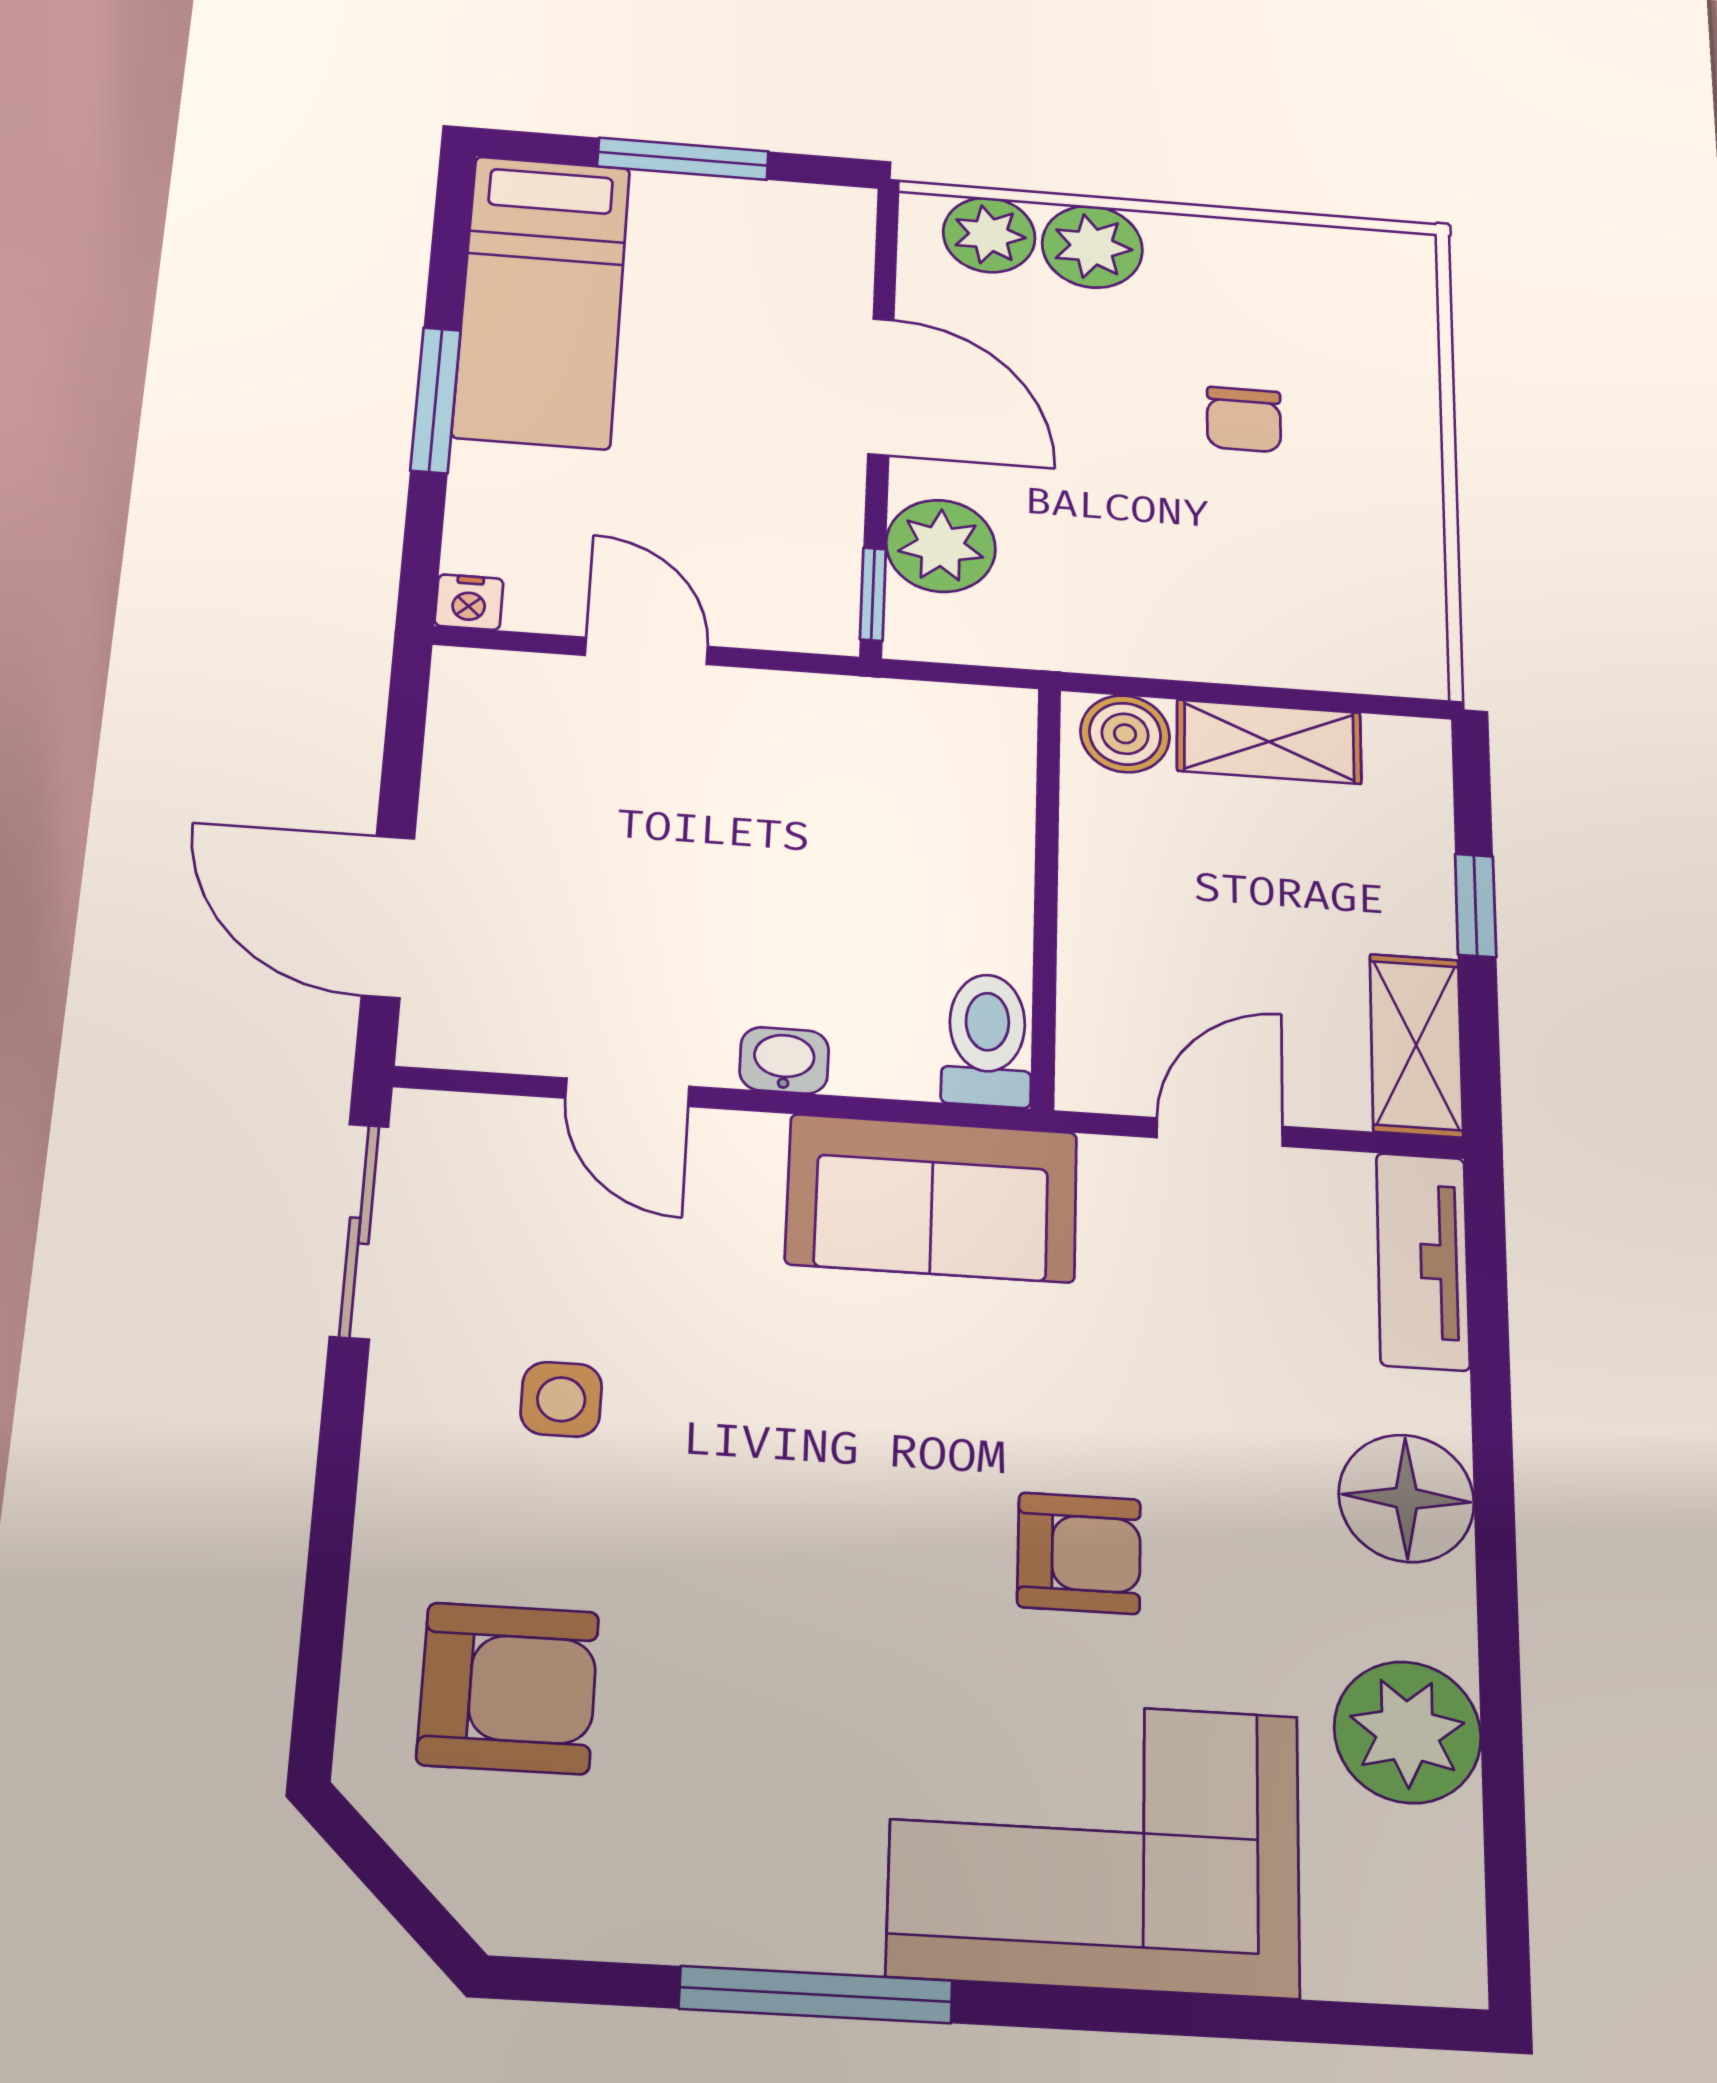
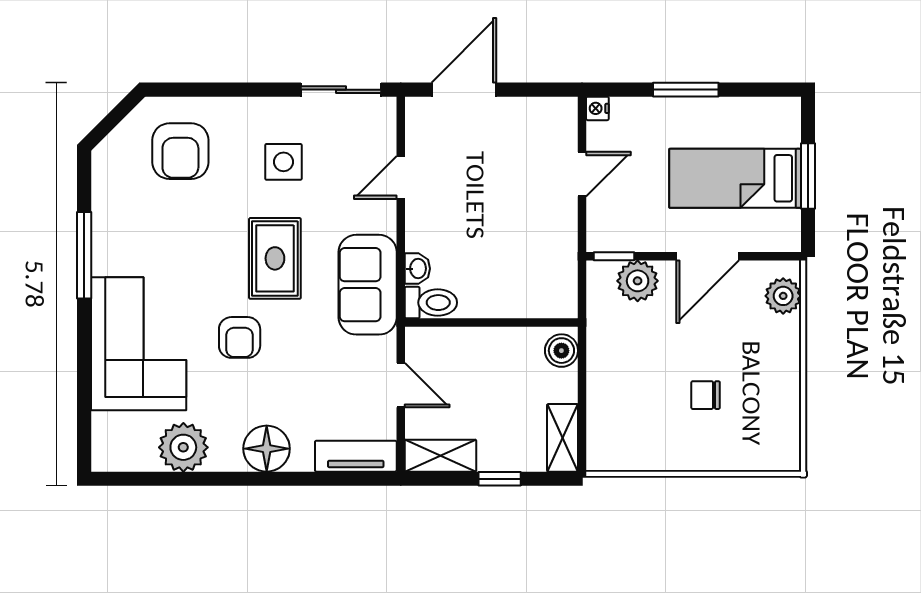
plant: (1092, 247) -> (781, 336), removed
bed: (542, 301) -> (735, 178), moved
shelving: (1269, 742) -> (563, 438), moved
washbasin: (784, 1060) -> (417, 269), moved
side table: (561, 1399) -> (283, 162), width x1.37, depth x1.37
rug: (847, 1441) -> (275, 258), added

